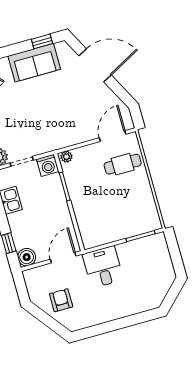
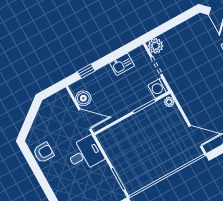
cafe table: (123, 164) -> (174, 150), removed
boiler: (27, 257) -> (83, 98), moved
armchair: (61, 300) -> (44, 153), moved

